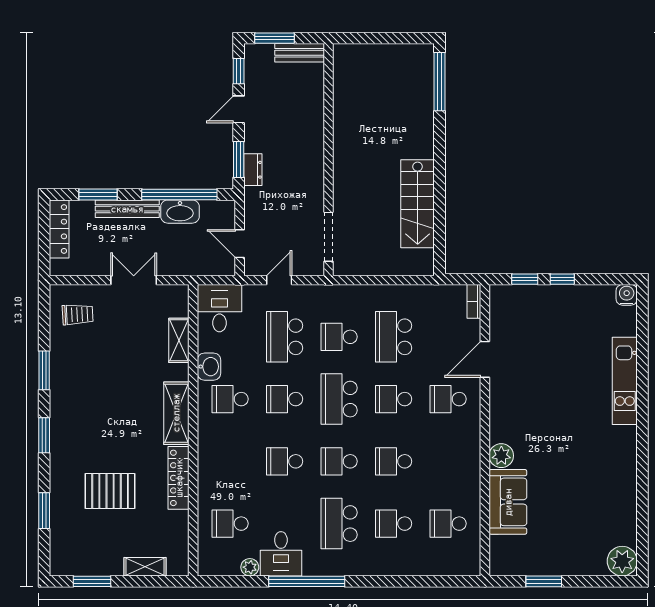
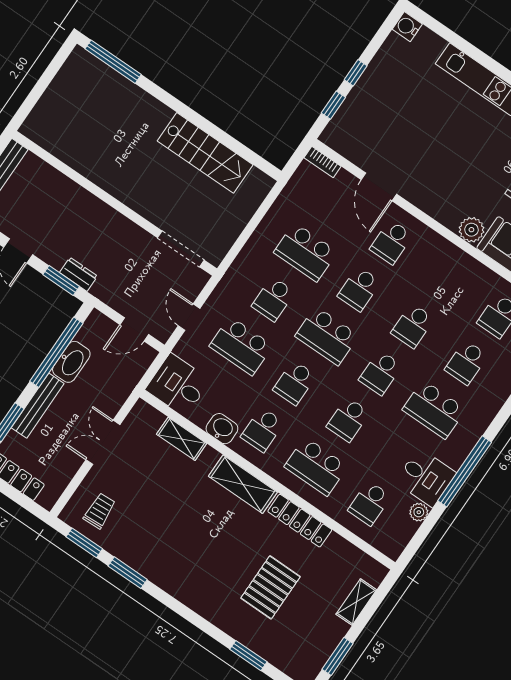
window: (44, 435) -> (84, 543), moved
school desk: (230, 461) -> (316, 466), added

